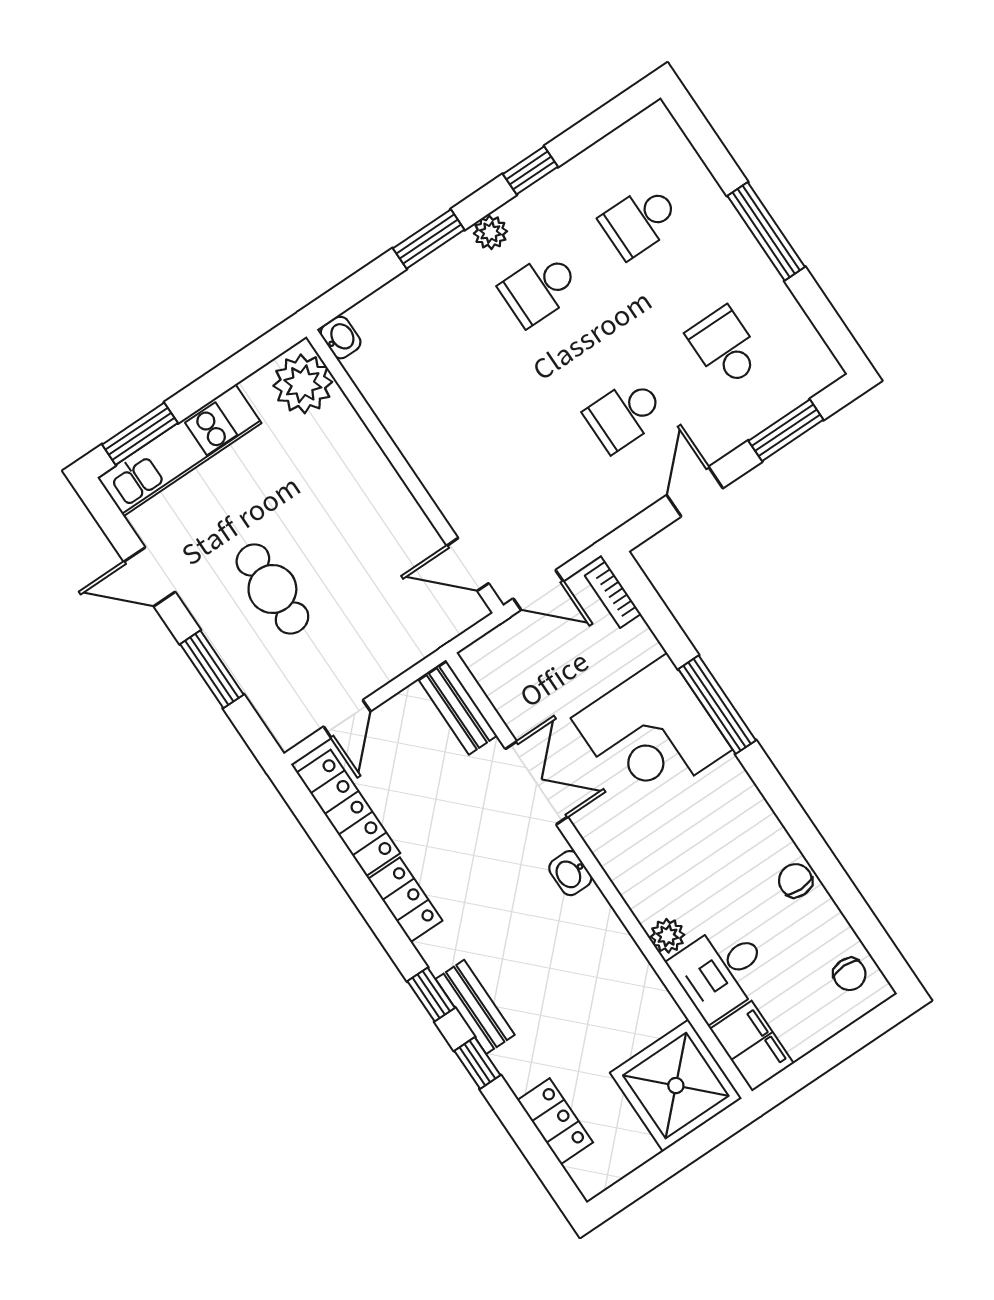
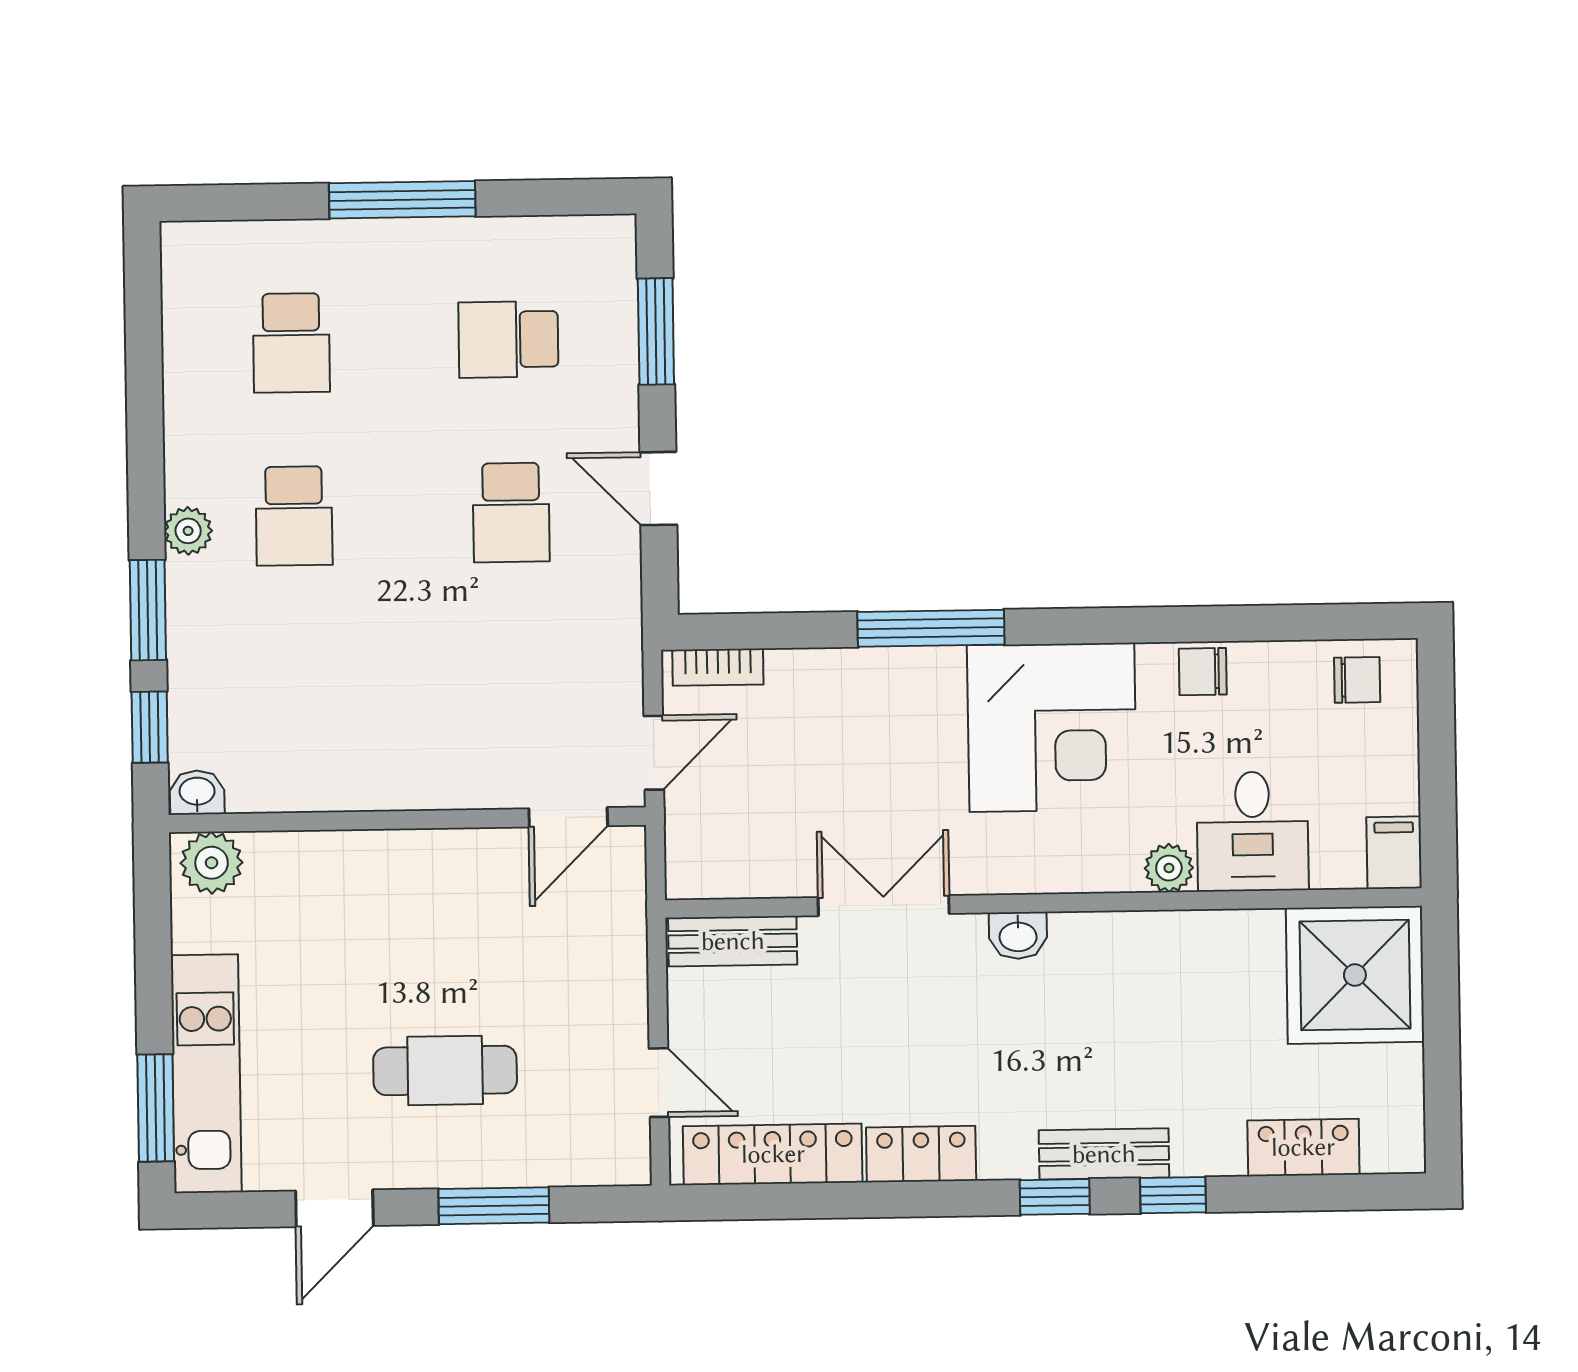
window: (530, 170) -> (150, 727), moved
plant: (303, 384) -> (212, 863), width x0.73, depth x0.73
corner desk: (652, 734) -> (1052, 727), moved
filing cabinet: (752, 1046) -> (1394, 853), width x0.50

